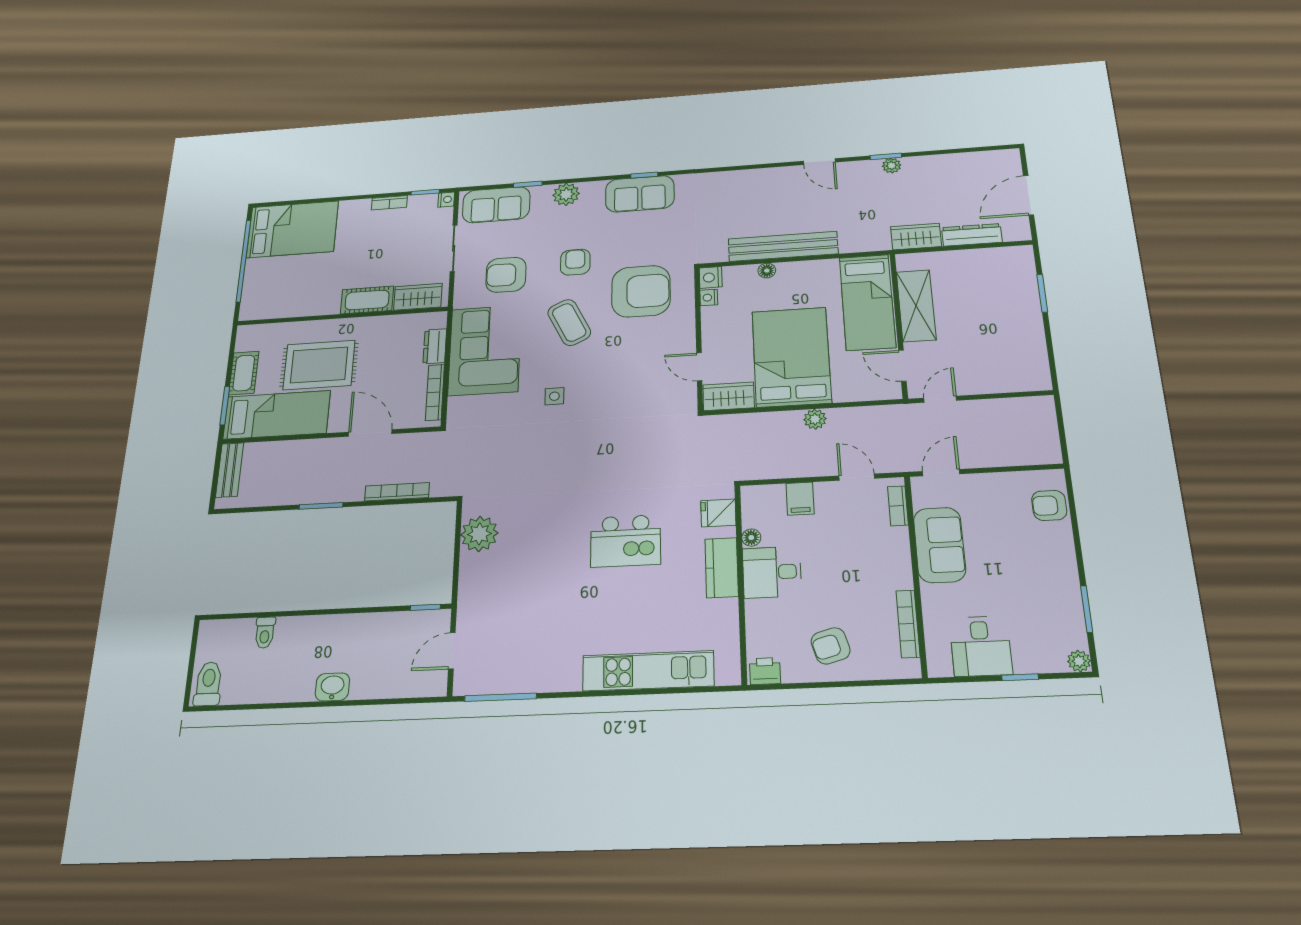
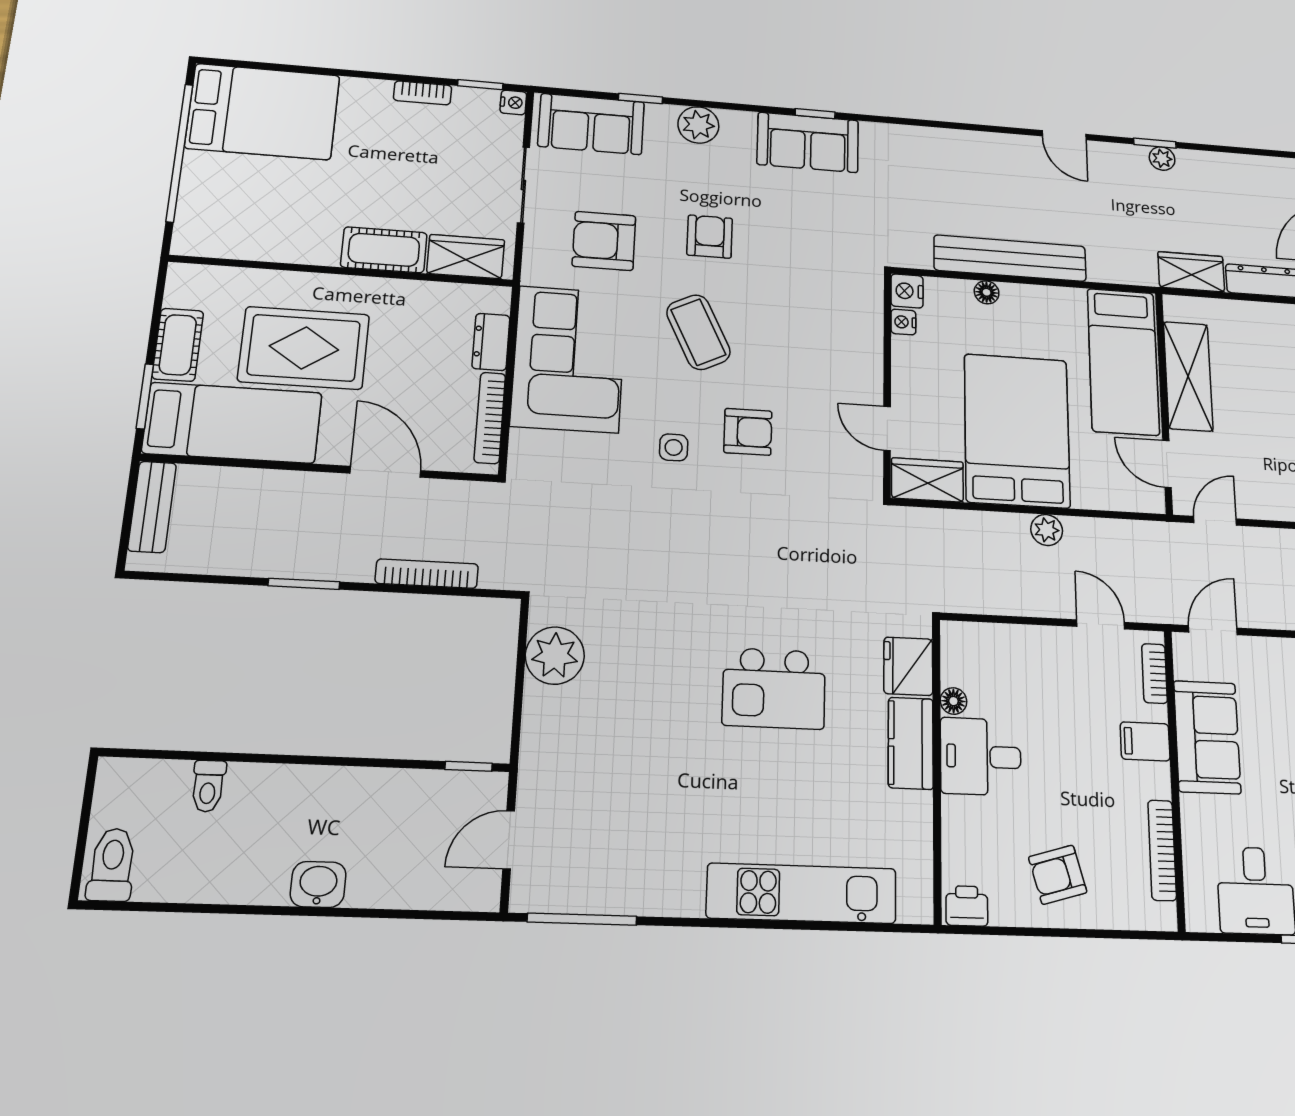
armchair: (641, 291) -> (748, 432), moved, width x0.53, depth x0.53
filing cabinet: (800, 499) -> (1145, 741), moved, turned 90
fridge: (718, 513) -> (908, 666), width x1.38

